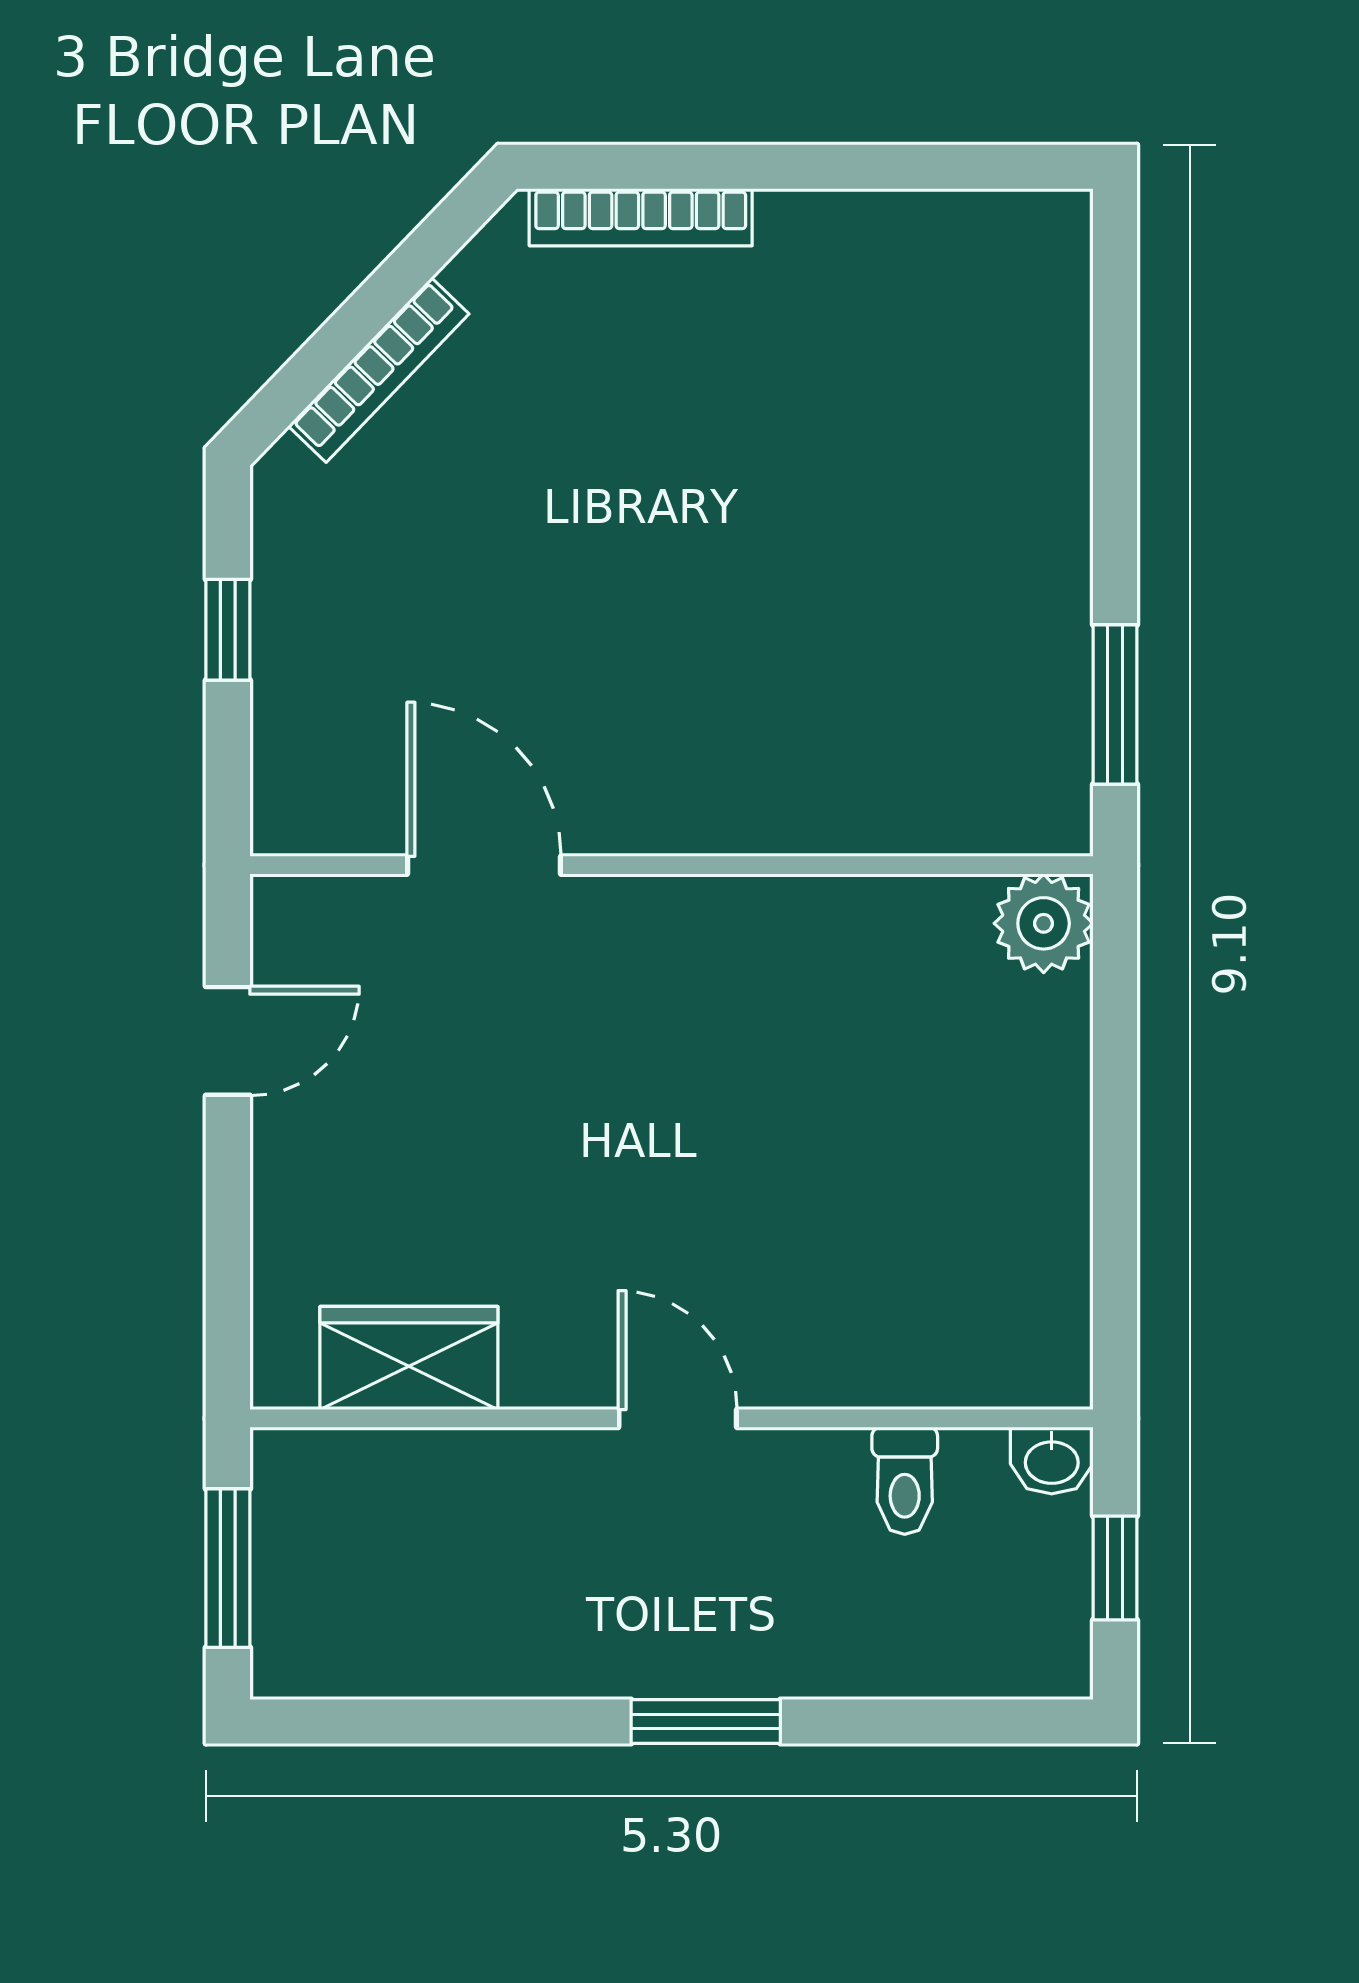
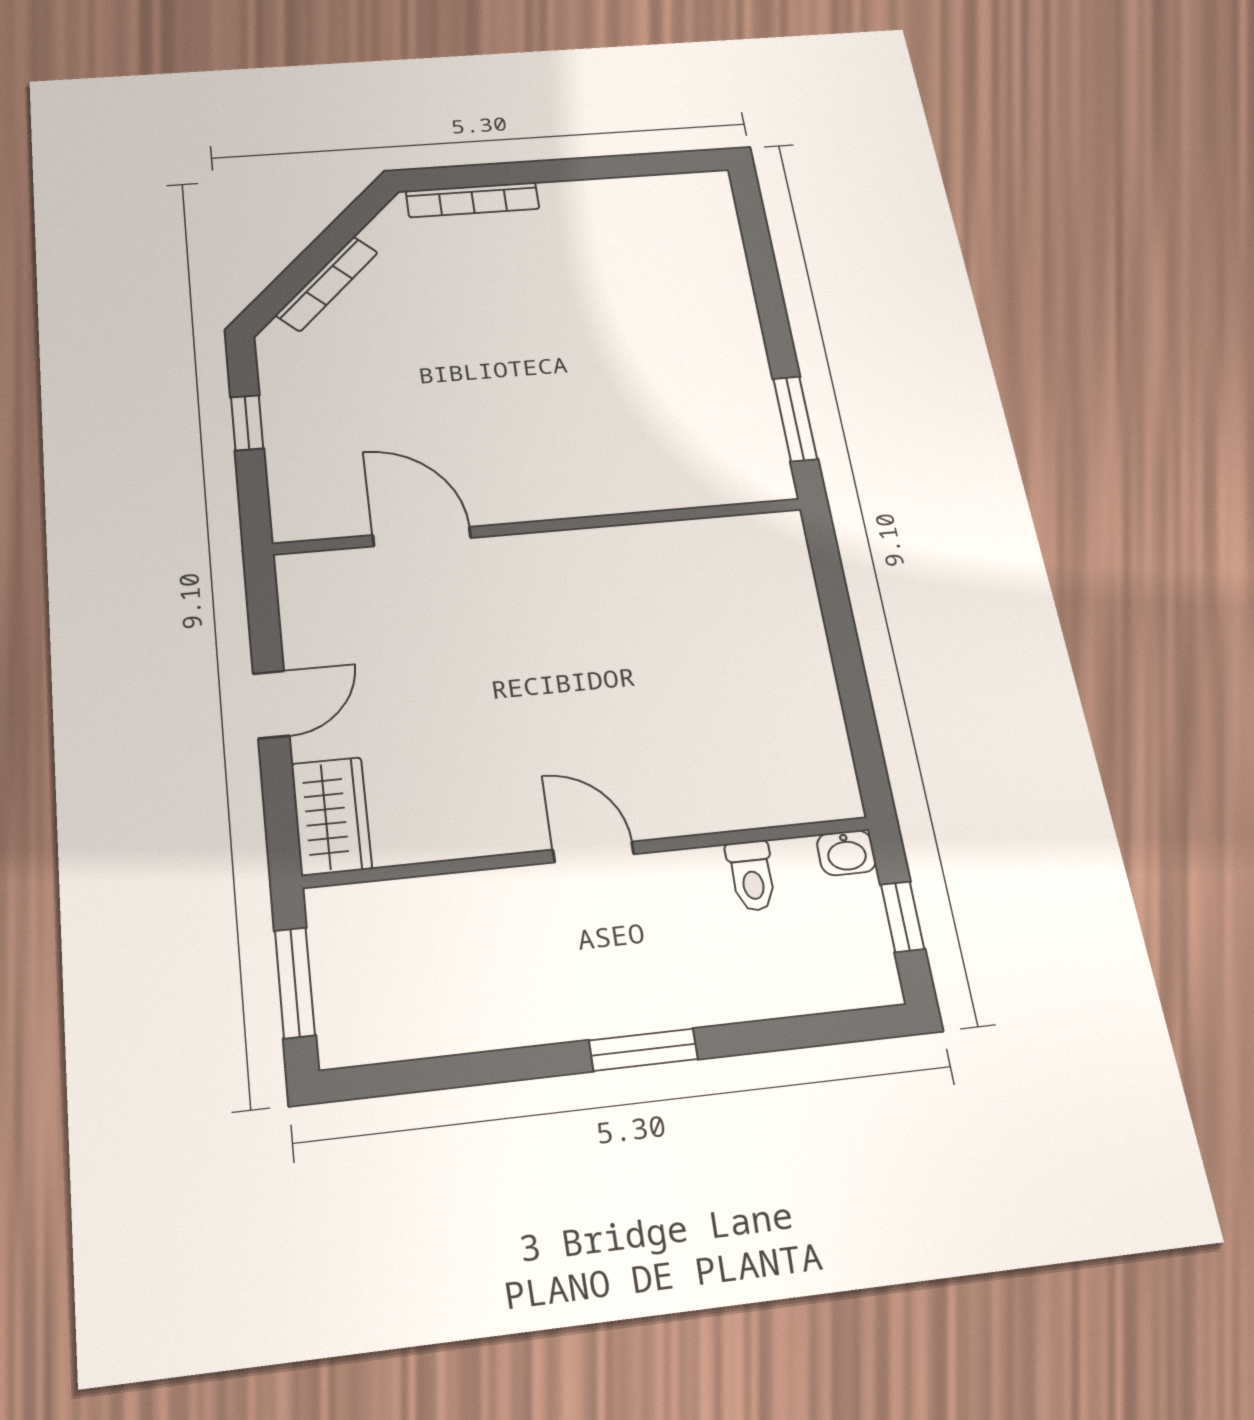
plant: (1044, 923) -> (776, 538), removed
door: (228, 1041) -> (271, 705), moved
wardrobe: (409, 1358) -> (331, 816), moved, turned 90

